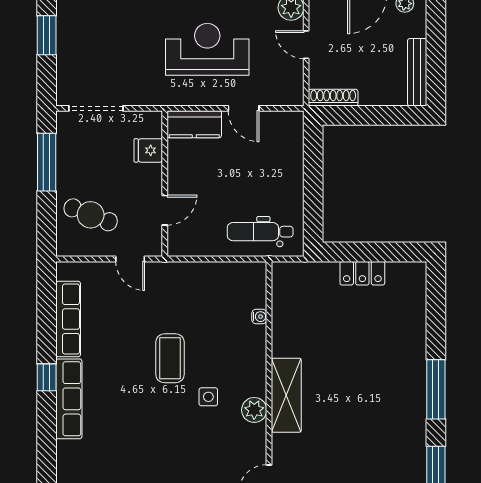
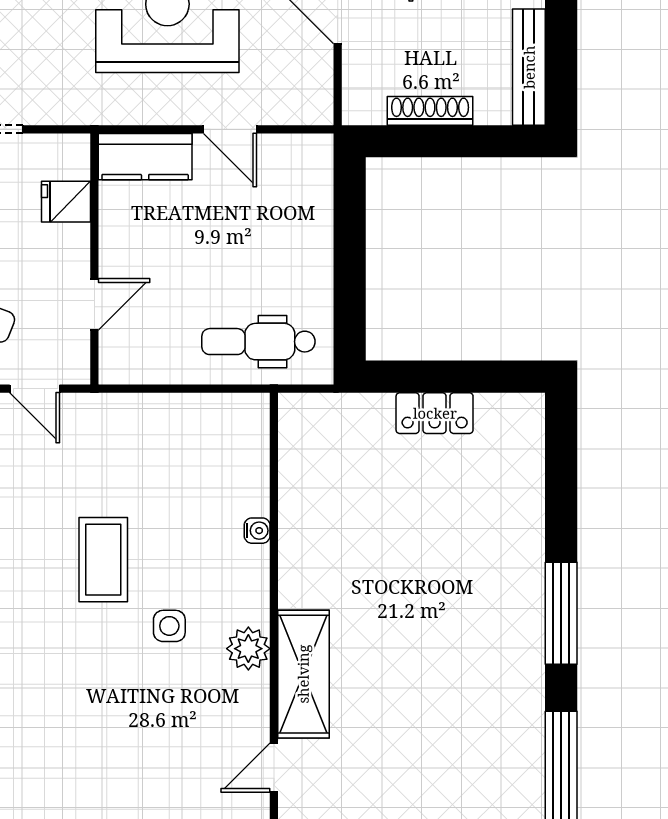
shoe rack: (333, 98) -> (430, 111), moved
water cooler: (259, 317) -> (257, 531), moved
shelving: (286, 395) -> (303, 674), moved

